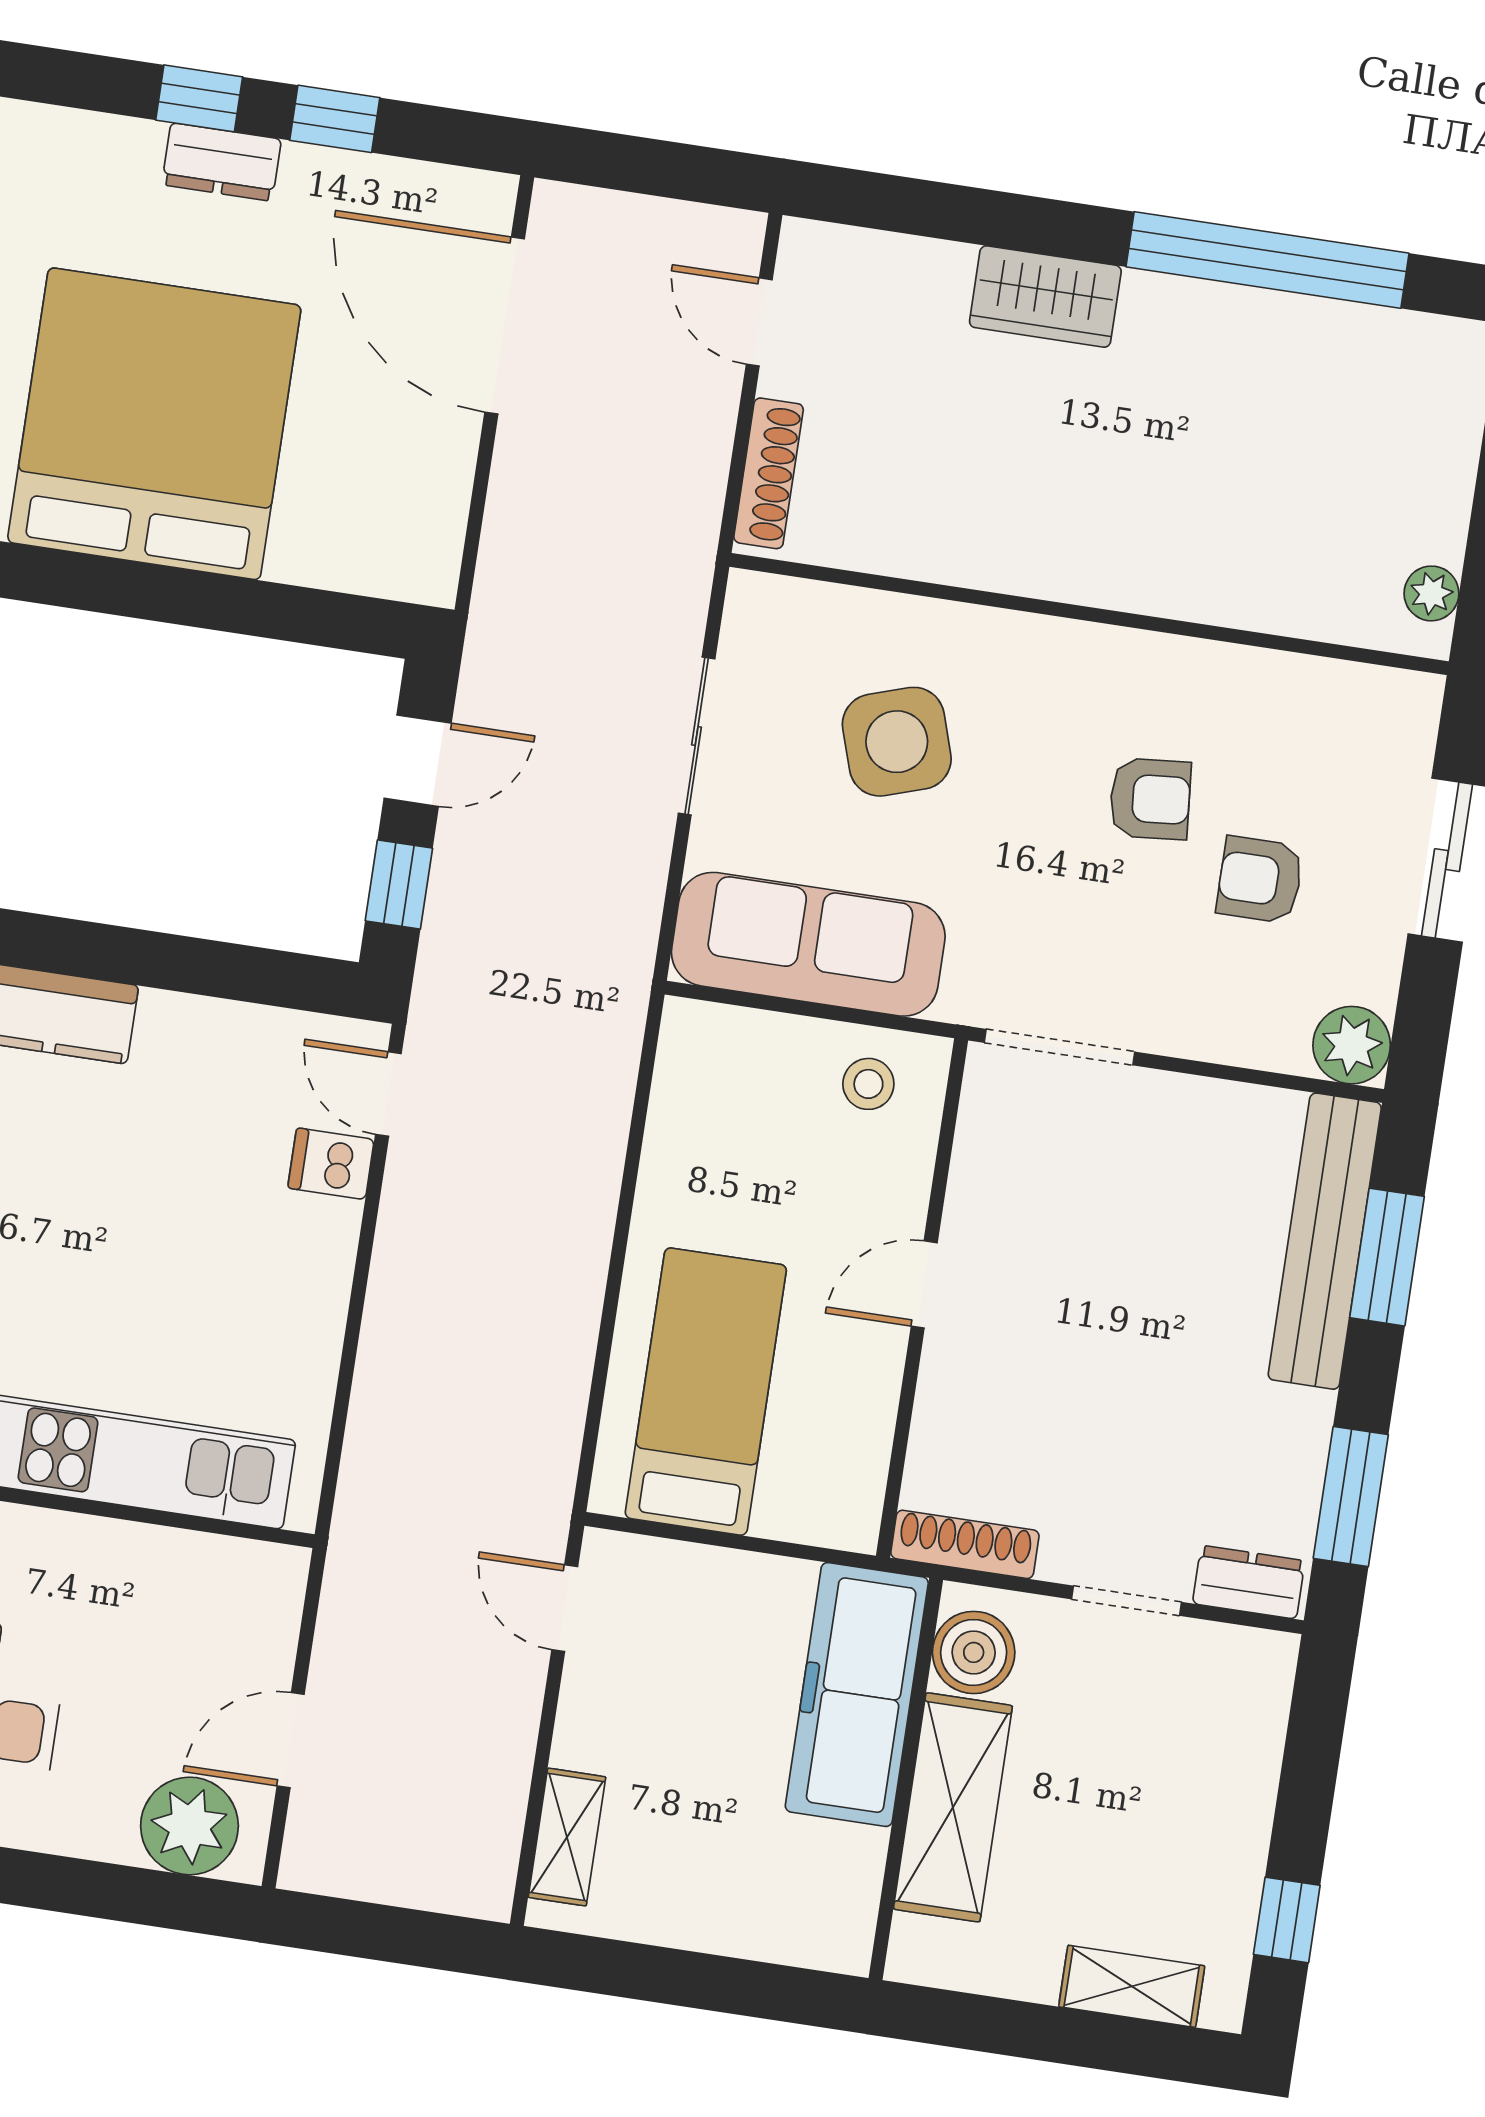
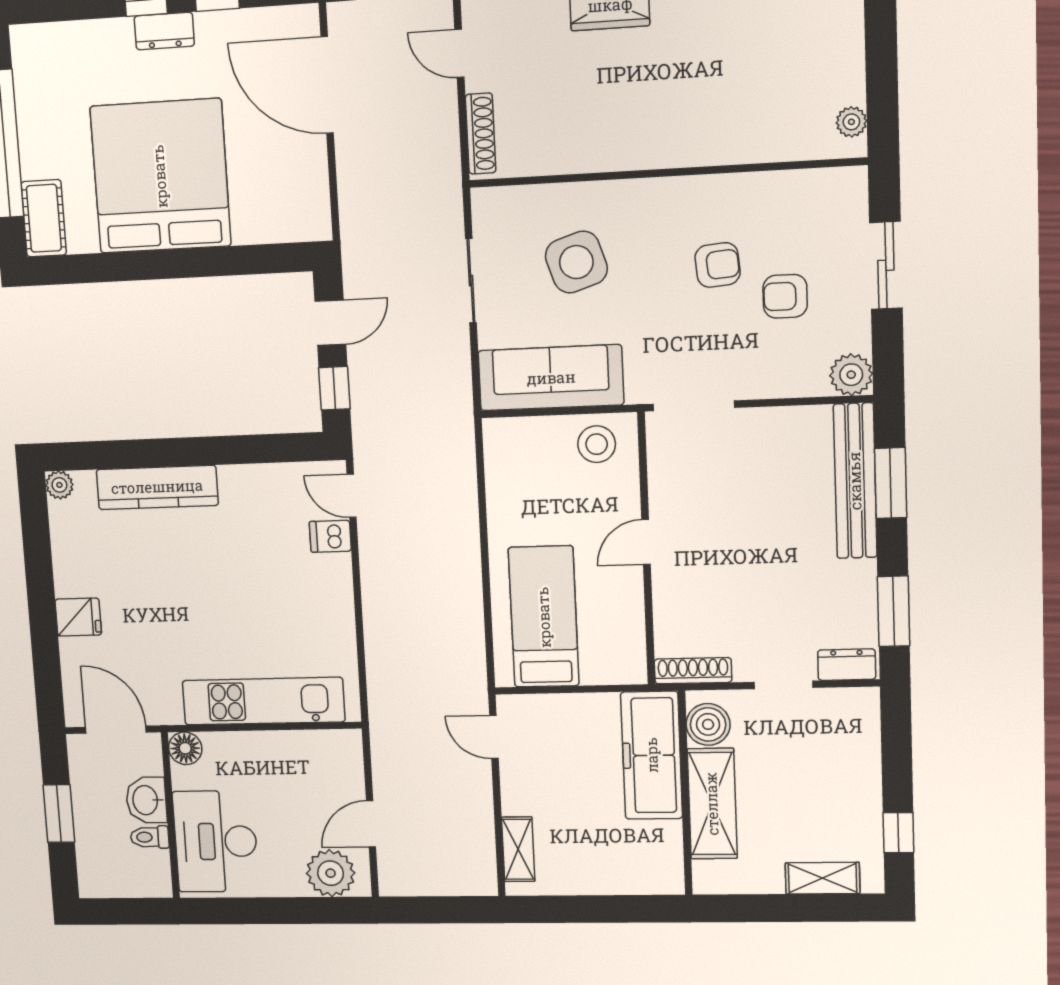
stool: (868, 1084) -> (597, 444), width x1.37, depth x1.37

